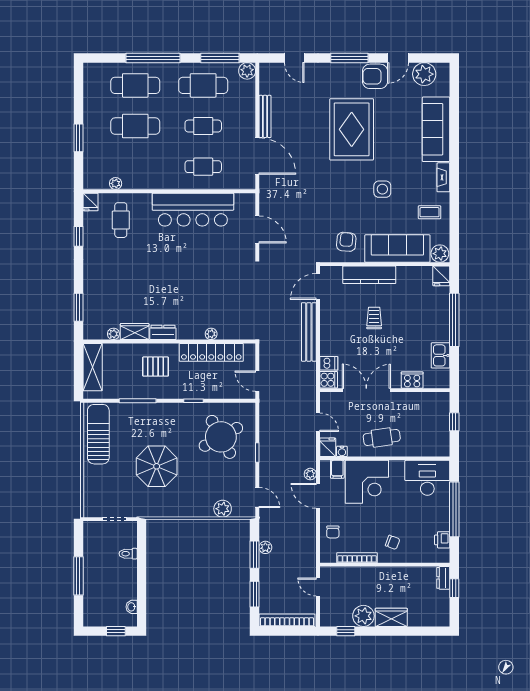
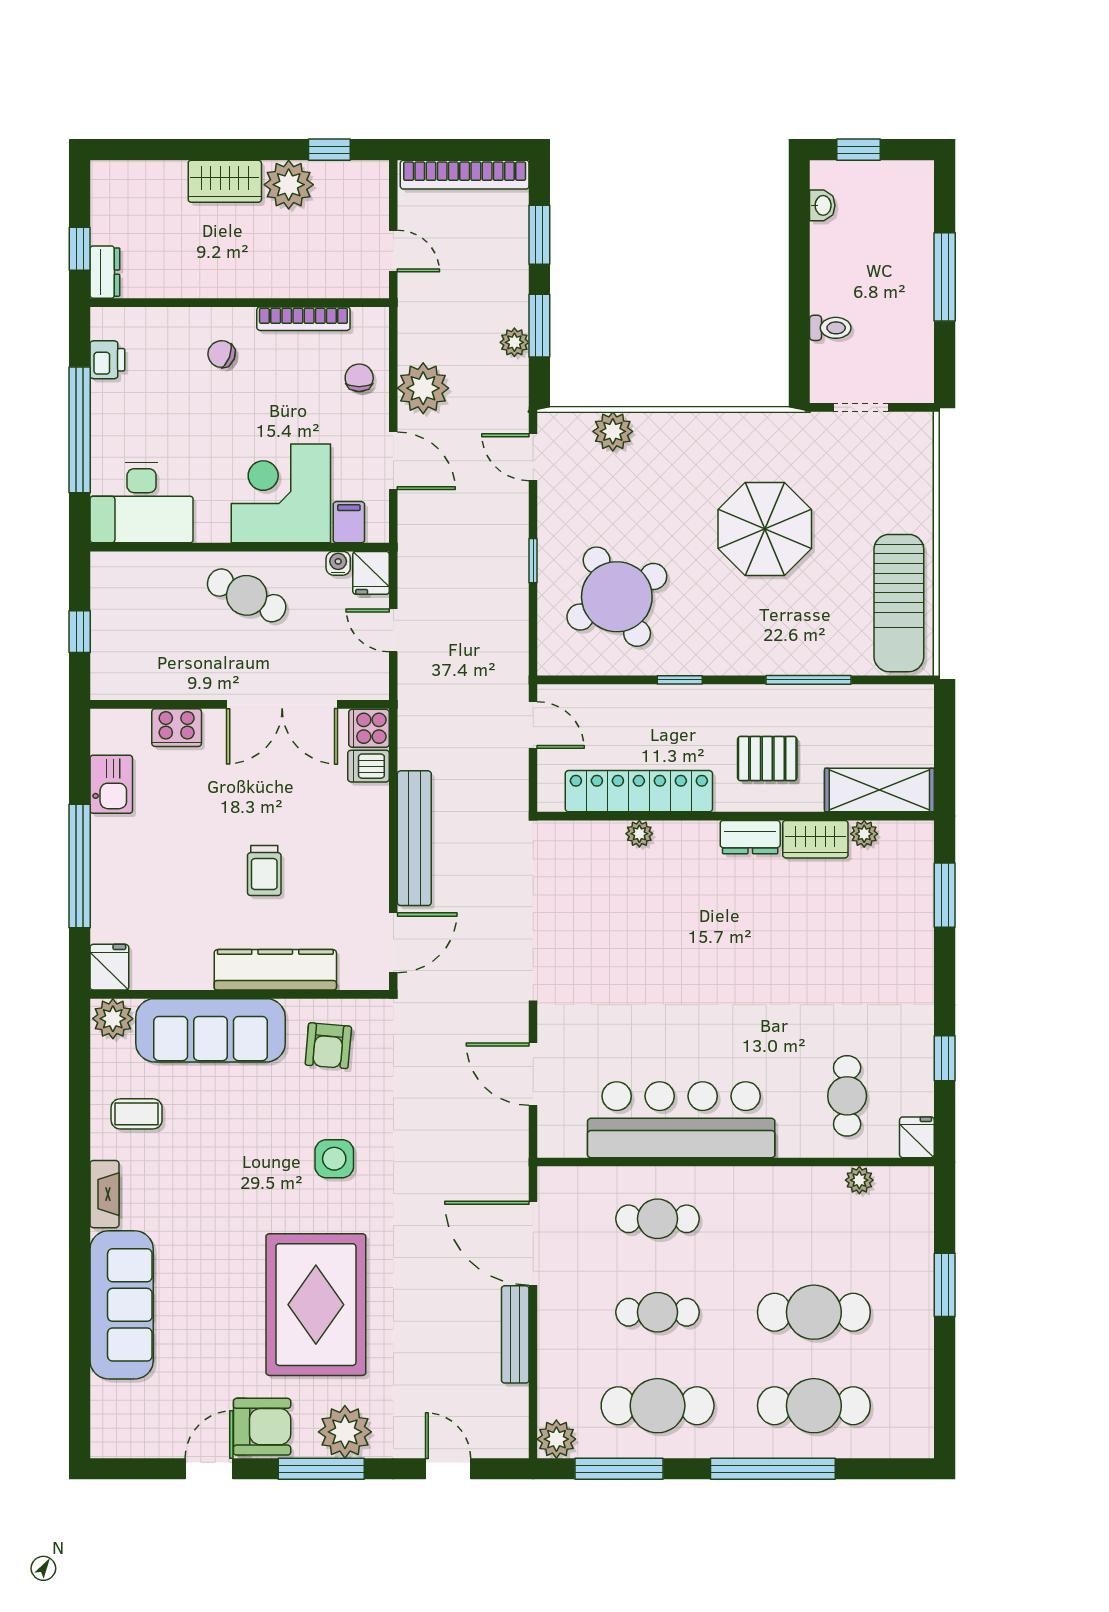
plant: (424, 74) -> (345, 1432), moved
side table: (382, 189) -> (334, 1159), moved
shelving: (93, 367) -> (879, 790), moved, turned 90
cafe table: (382, 437) -> (247, 595), turned 34
plant: (310, 474) -> (423, 388), moved, width x1.87, depth x1.87

